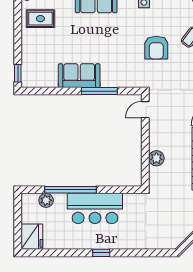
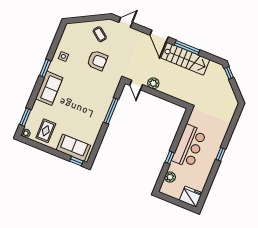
sofa: (79, 76) -> (73, 148), moved, turned 90
plant: (156, 158) -> (153, 83), moved
window: (70, 190) -> (170, 158), width x0.32

